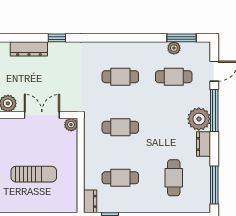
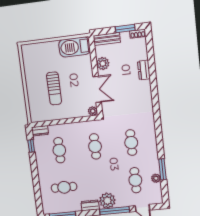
window: (57, 38) -> (155, 94), removed
window: (182, 38) -> (162, 169), moved
dresser: (29, 49) -> (144, 70), width x0.70

